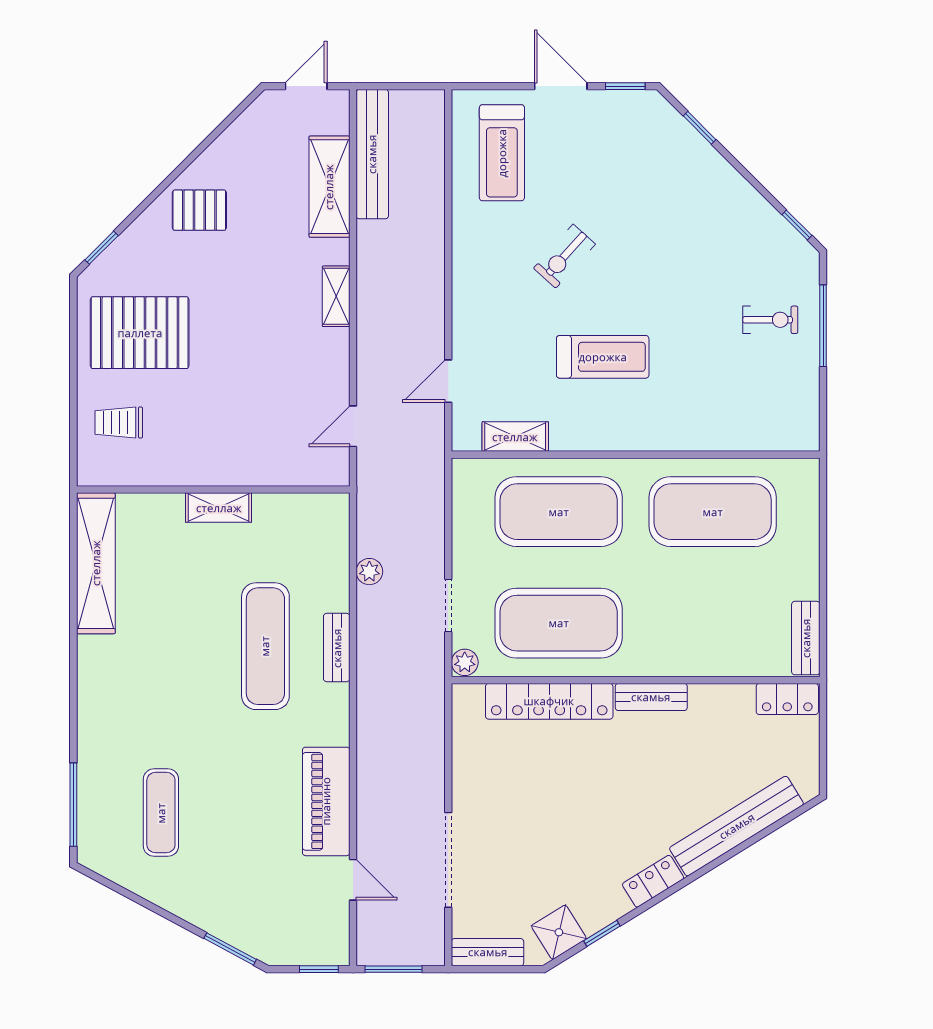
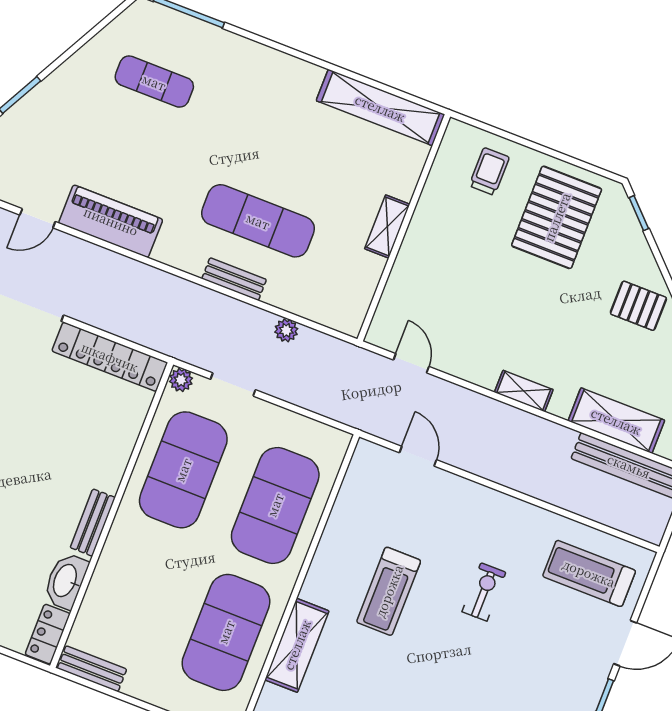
pallet: (199, 210) -> (638, 306), turned 90
exercise bike: (564, 256) -> (484, 592), turned 48
shelving: (515, 437) -> (297, 645), moved, width x1.50, depth x1.33
locker: (549, 701) -> (110, 357), moved, turned -90
washbasin: (724, 702) -> (66, 581), added

